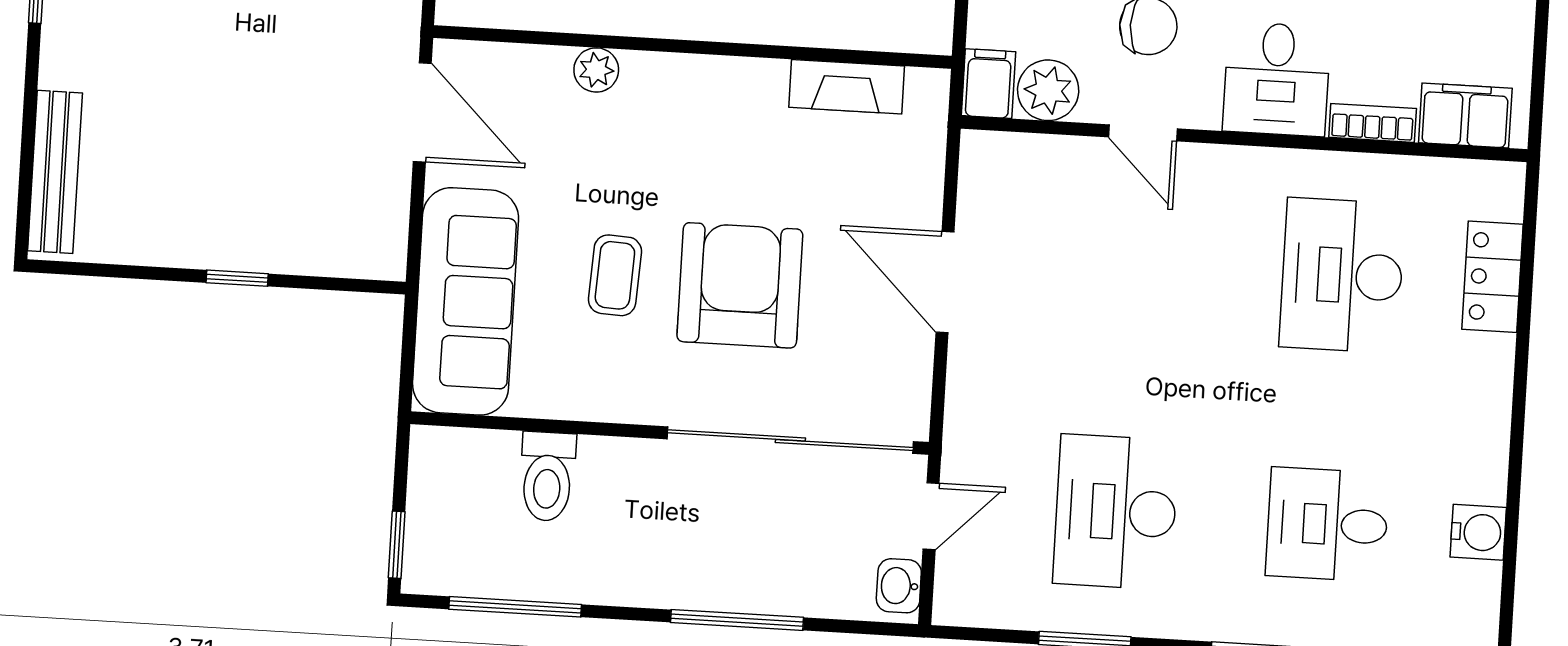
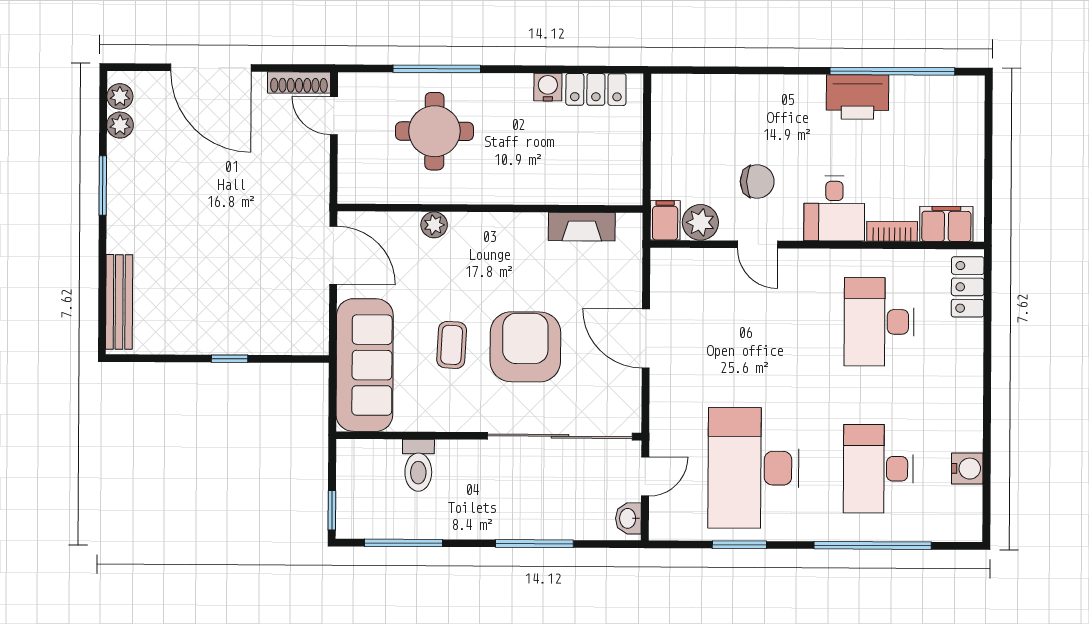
locker: (1493, 277) -> (968, 287), moved
desk: (1116, 512) -> (754, 468), width x1.36, depth x1.30
desk: (1327, 524) -> (878, 469), width x1.37

